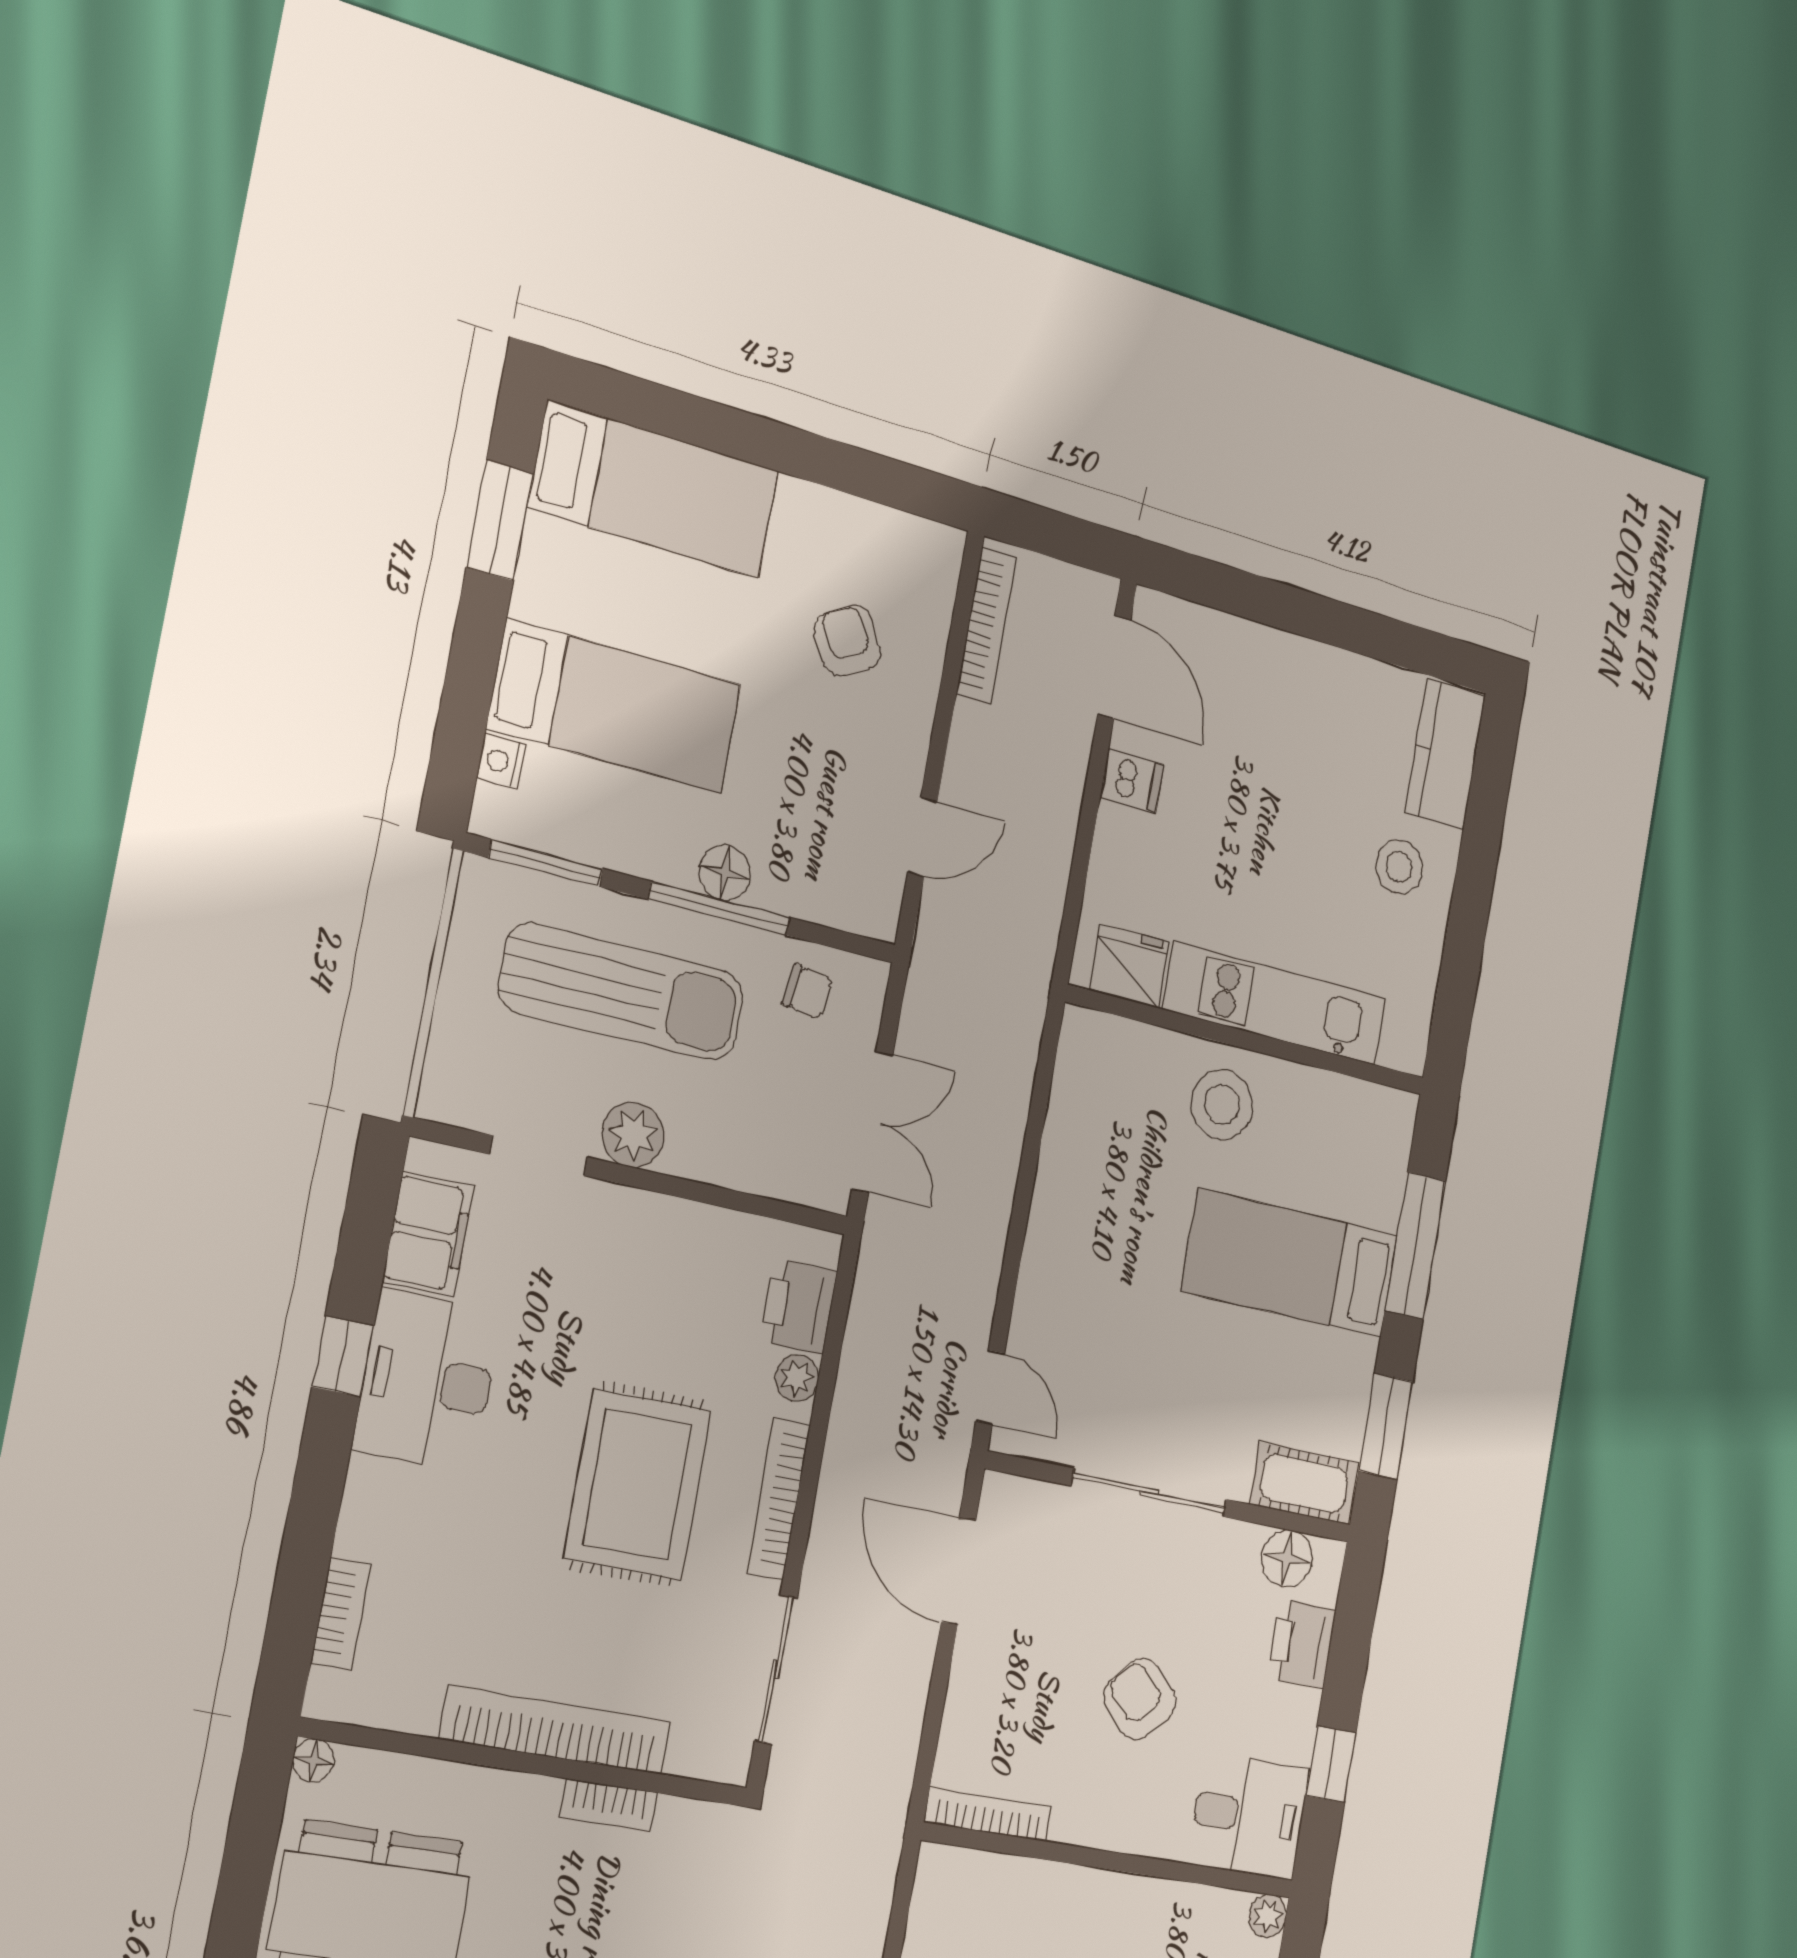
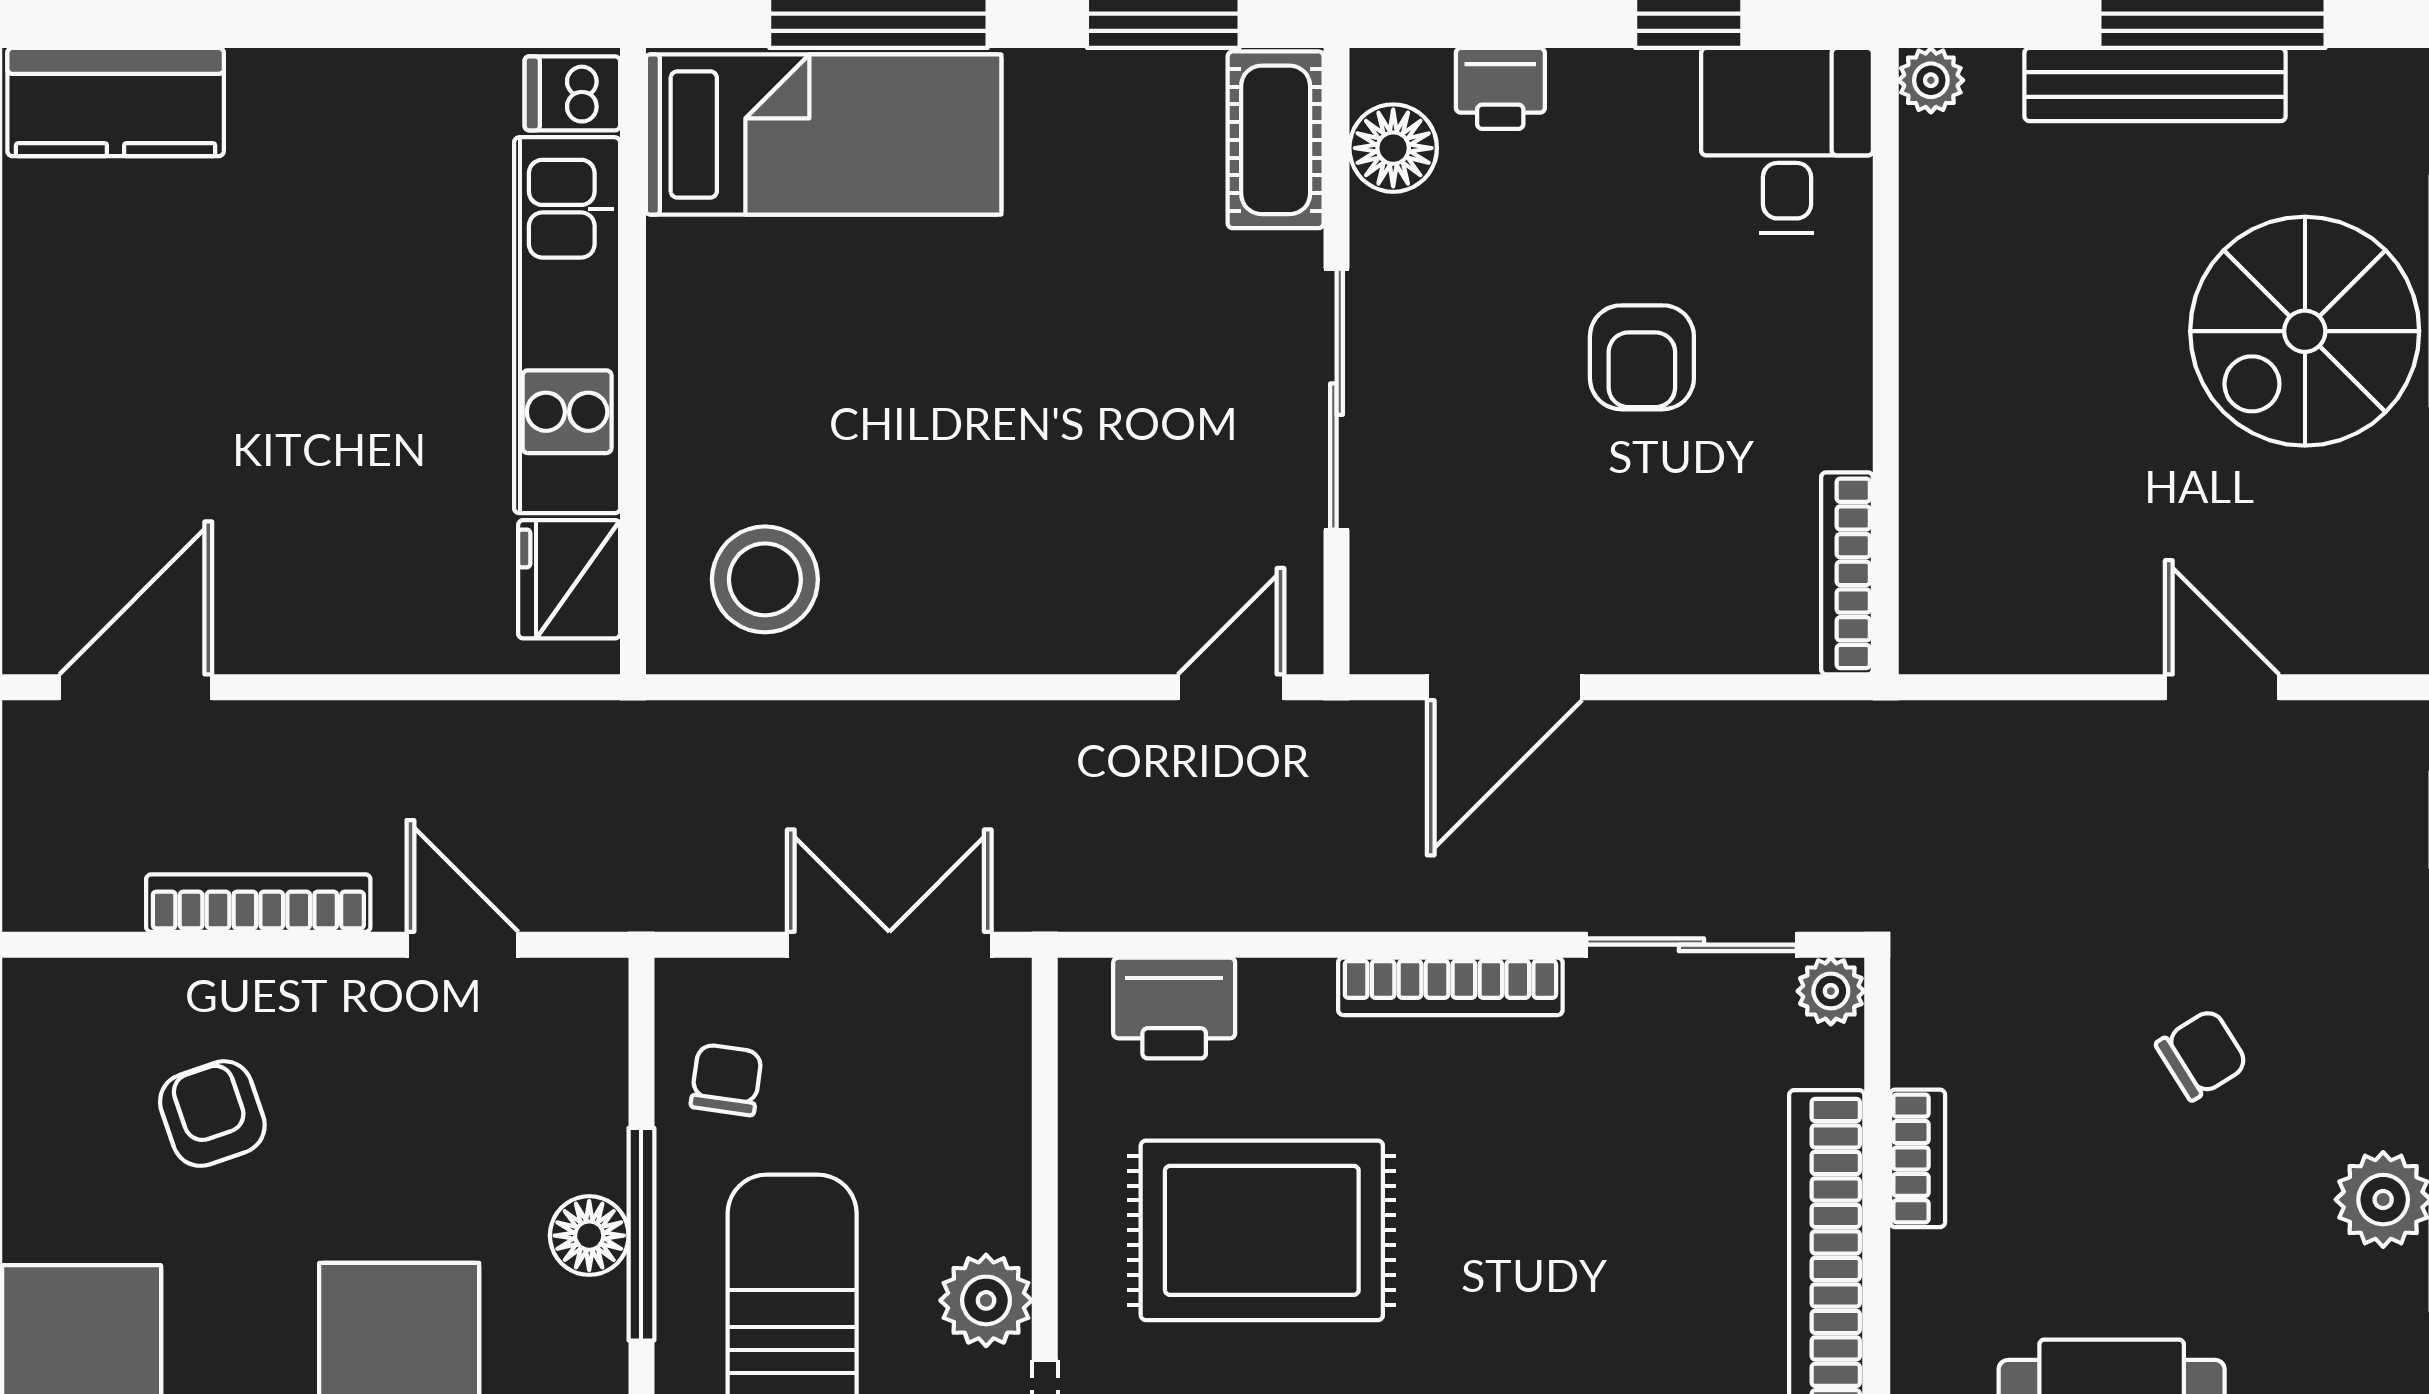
bookcase: (986, 626) -> (258, 903), moved
armchair: (848, 640) -> (212, 1114), turned 100
dishwasher: (1132, 781) -> (572, 93), moved, turned -90
stool: (1399, 867) -> (308, 151), removed
stool: (1222, 1105) -> (765, 579), moved
bed: (1290, 1263) -> (824, 134), moved, turned -90
plant: (797, 1378) -> (1831, 991), moved
rug: (637, 1484) -> (1262, 1230), moved
printer: (1302, 1644) -> (1500, 88), width x0.73, depth x0.81
armchair: (1140, 1699) -> (1642, 357), turned -44

